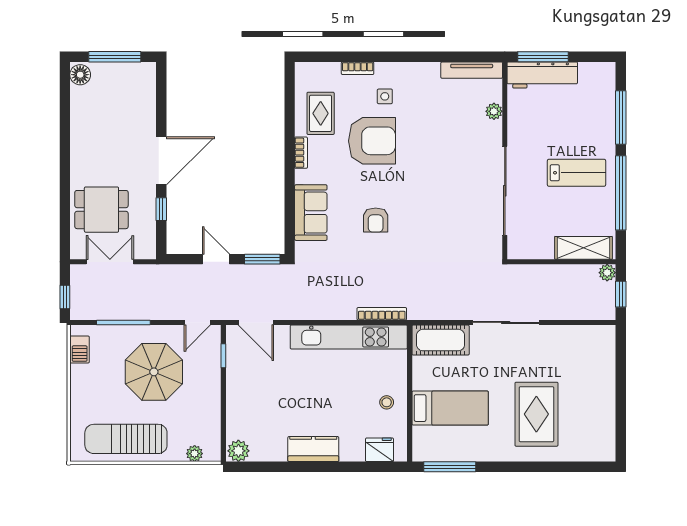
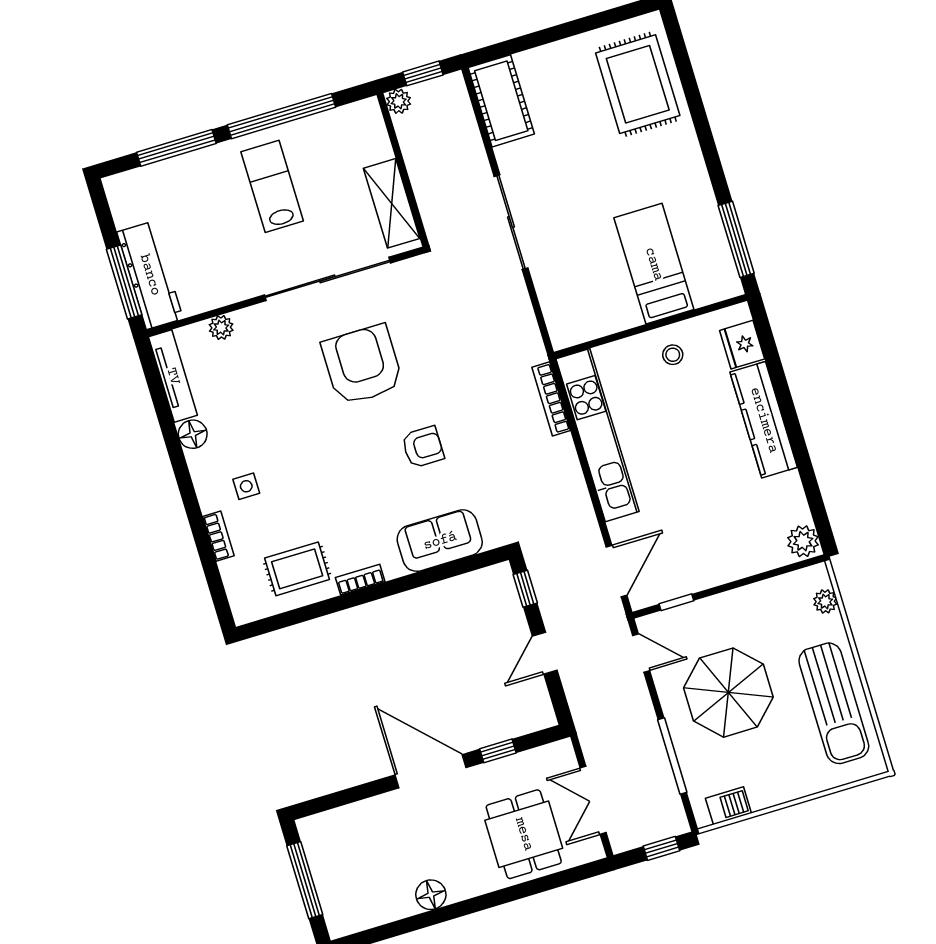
floor lamp: (430, 72) -> (193, 434), added
floor lamp: (80, 75) -> (431, 895), moved
armchair: (372, 141) -> (362, 365), moved
shelving: (583, 248) -> (392, 203), moved
window: (262, 259) -> (525, 589), width x0.67
cot: (441, 340) -> (501, 101), moved
rug: (536, 414) -> (638, 84), moved, turned 90
kitchen counter: (313, 449) -> (764, 420), width x1.50

